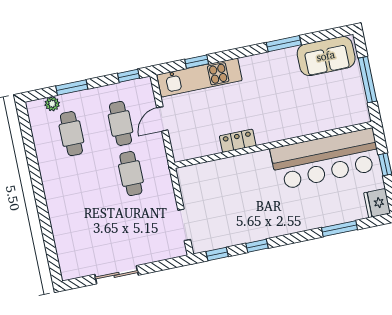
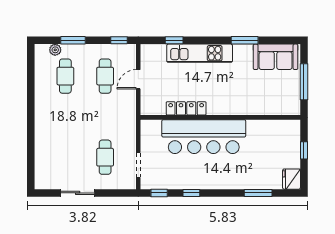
kitchen unit: (200, 78) -> (200, 53), moved
locker: (238, 141) -> (186, 108), width x1.53
bar counter: (325, 159) -> (204, 137), moved
cafe table: (131, 174) -> (105, 157), moved

